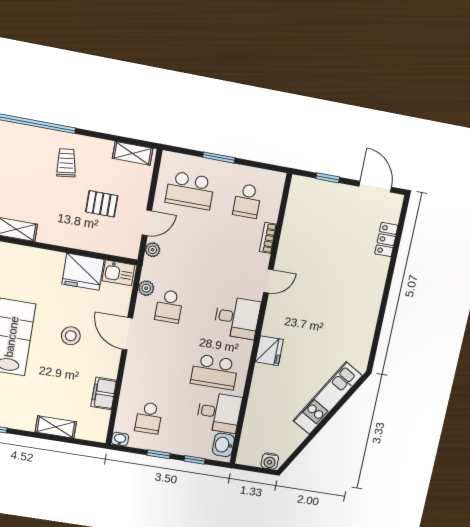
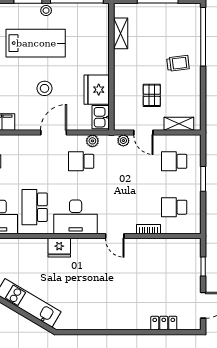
shelving: (133, 153) -> (179, 124), moved, turned 90
school desk: (190, 190) -> (174, 161), width x0.54
desk: (237, 318) -> (76, 217), width x1.37

